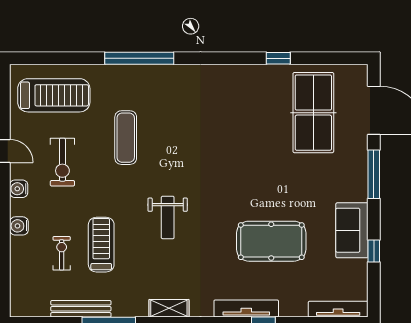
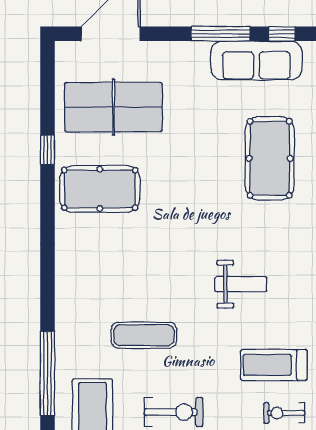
window: (139, 58) -> (47, 373), moved
pool table: (246, 101) -> (100, 189), added
window: (374, 174) -> (221, 34), moved
sofa: (352, 230) -> (256, 60), width x1.36

